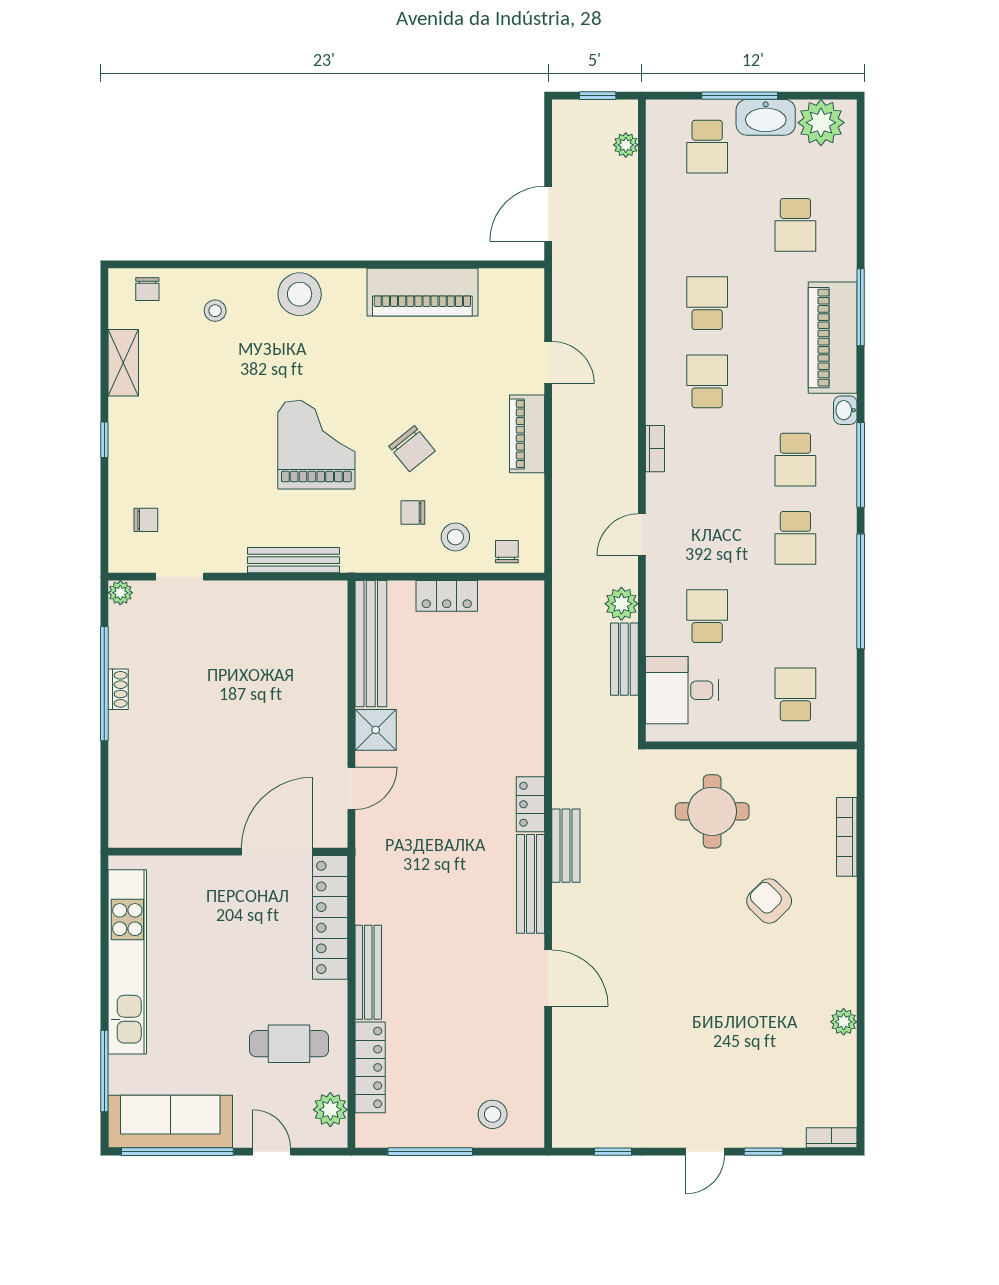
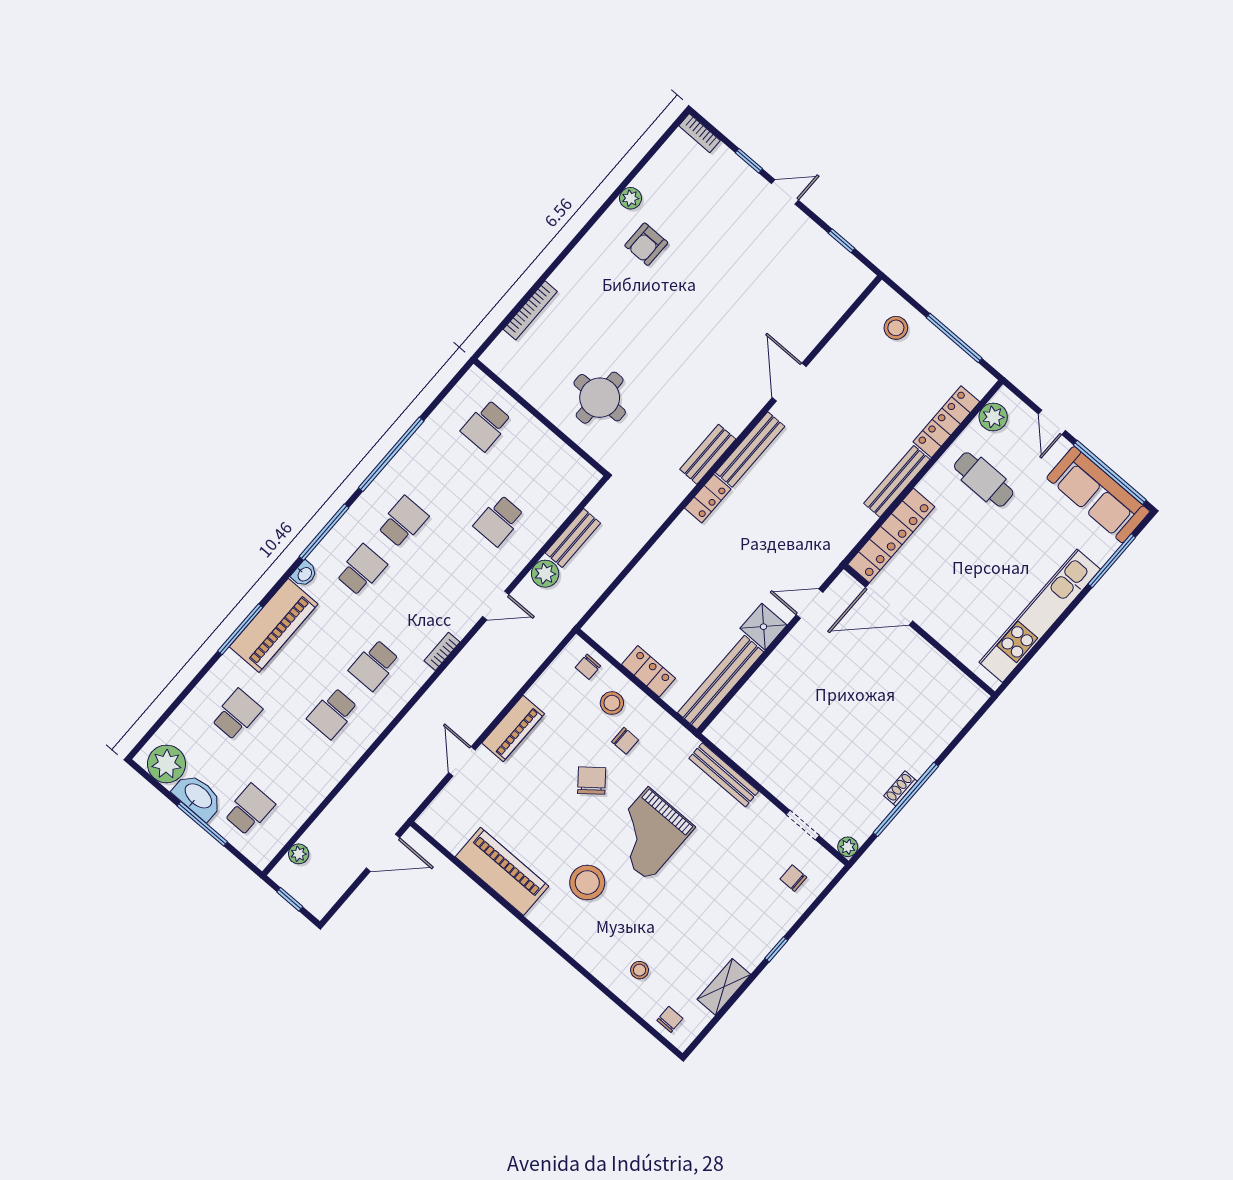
stool: (300, 294) -> (587, 882), moved
desk: (682, 690) -> (554, 488), removed
armchair: (769, 901) -> (646, 244), moved, turned 45

